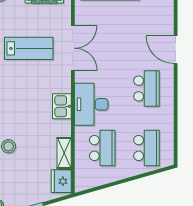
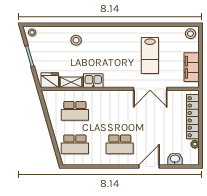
washbasin: (166, 15) -> (175, 159), added
desk: (91, 104) -> (108, 103), removed
kitchen sink: (62, 106) -> (93, 81), moved

